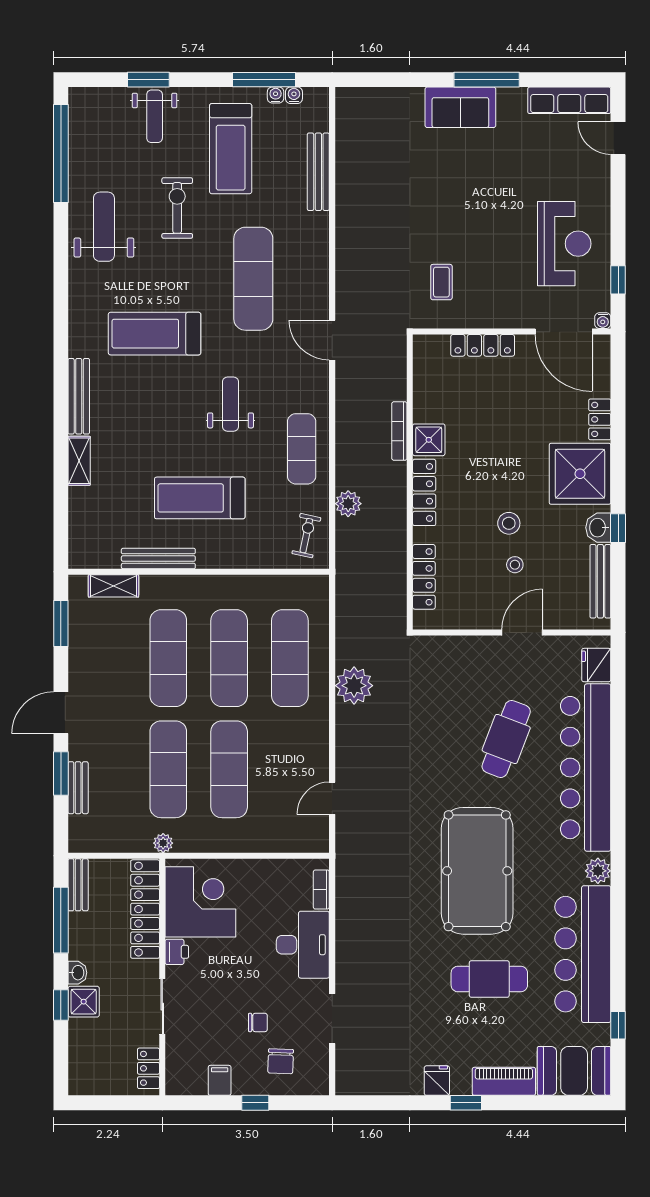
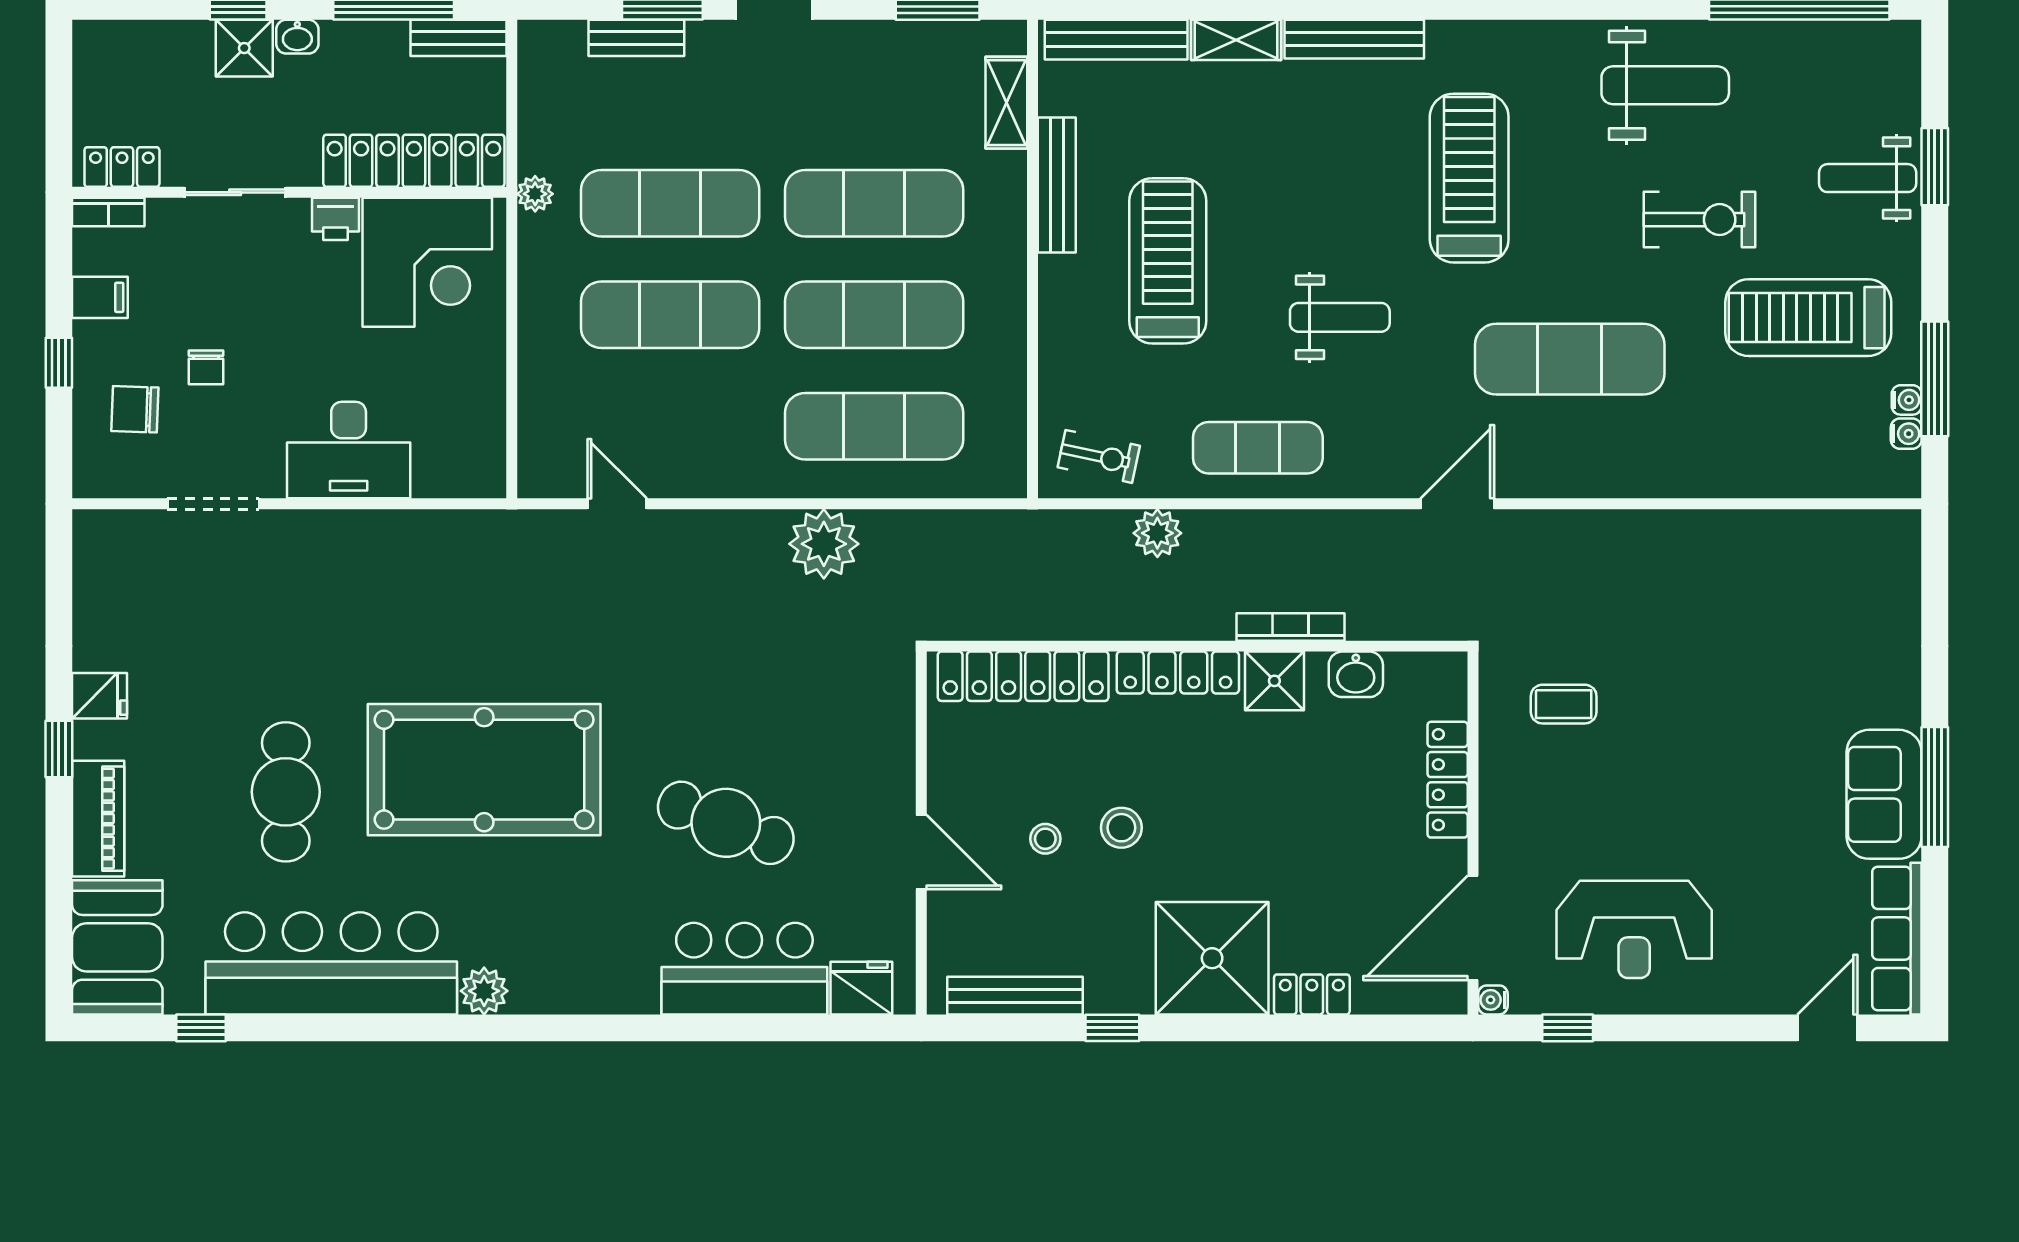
sofa: (460, 107) -> (1884, 794), moved
bench: (318, 172) -> (1116, 40), moved
washbasin: (598, 528) -> (1356, 674), moved, turned 180
locker: (424, 577) -> (1023, 676), width x1.41, depth x1.21
bar counter: (586, 768) -> (744, 969), width x0.54
bookcase: (321, 889) -> (108, 212), moved, turned 180

